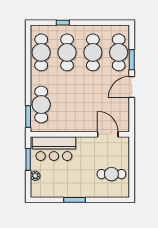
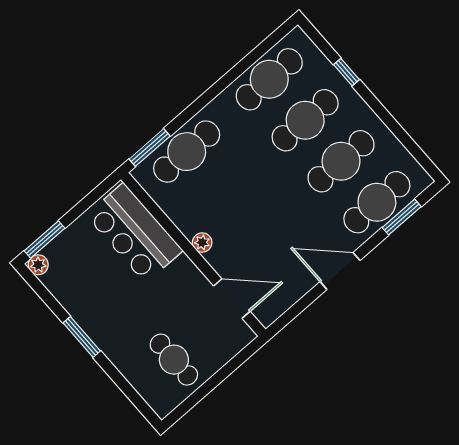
window: (132, 60) -> (402, 217), moved
plant: (78, 127) -> (202, 242), added
door: (108, 134) -> (232, 299), hinge flipped
window: (28, 159) -> (45, 239), moved
plant: (35, 176) -> (38, 265), moved

